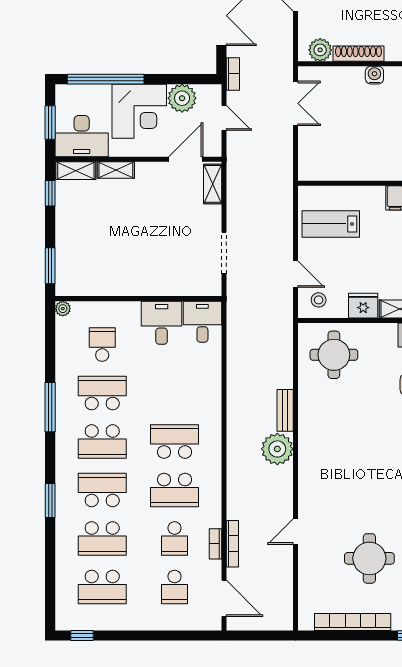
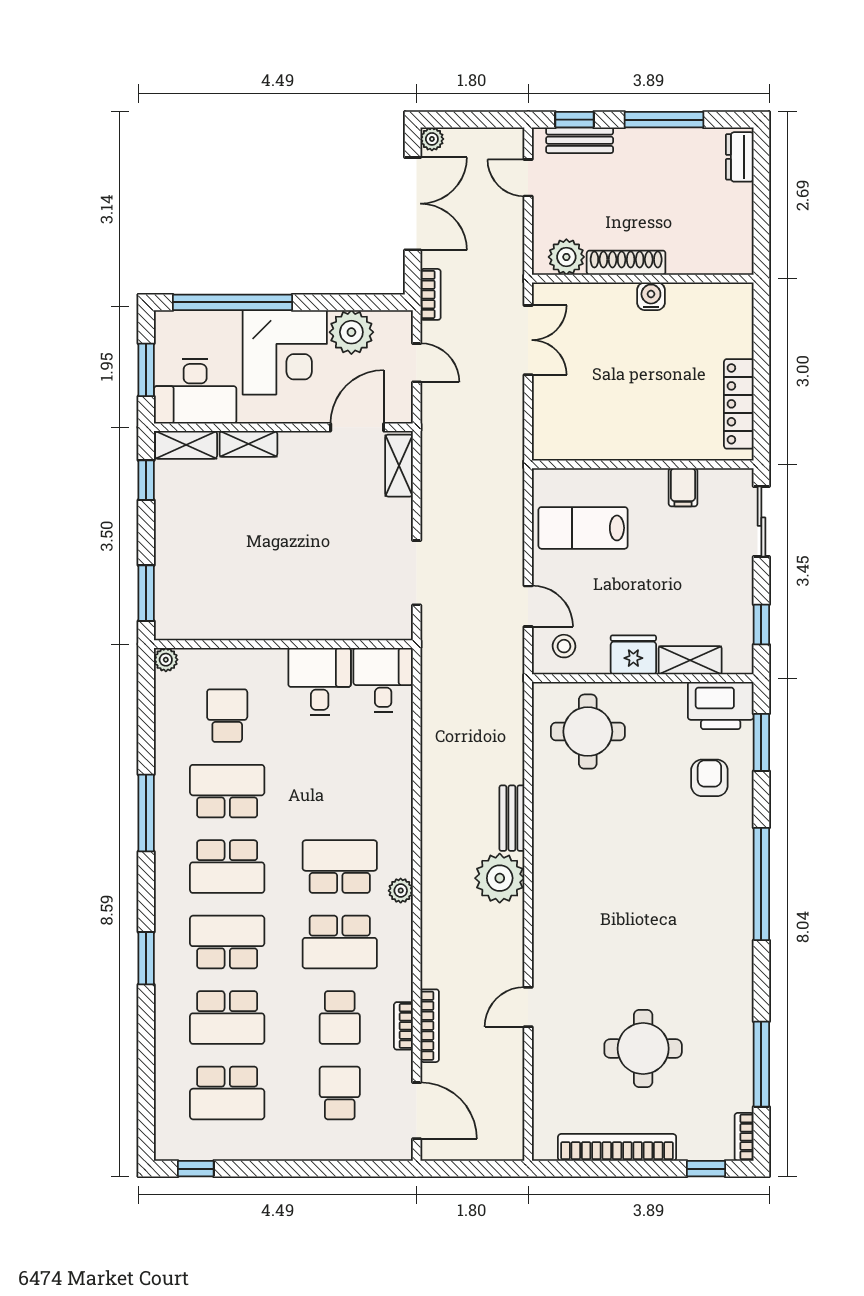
plant: (214, 457) -> (401, 891), added
school desk: (175, 587) -> (340, 1093), turned 180

